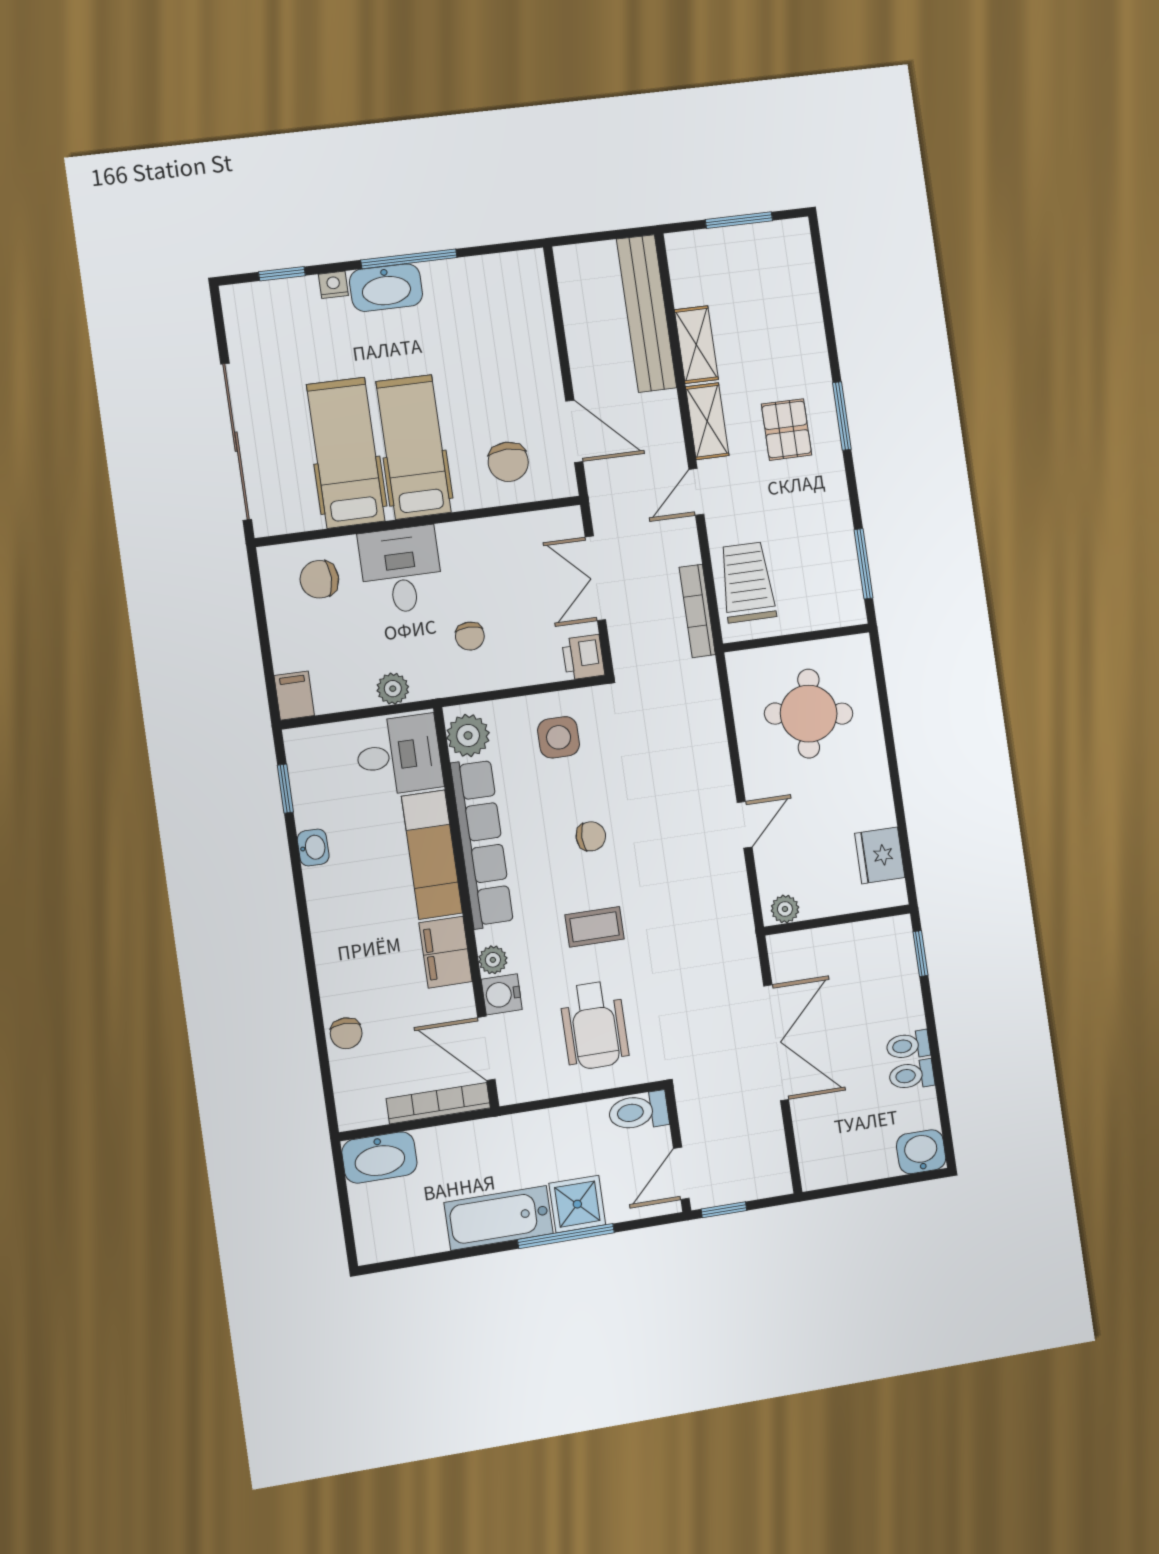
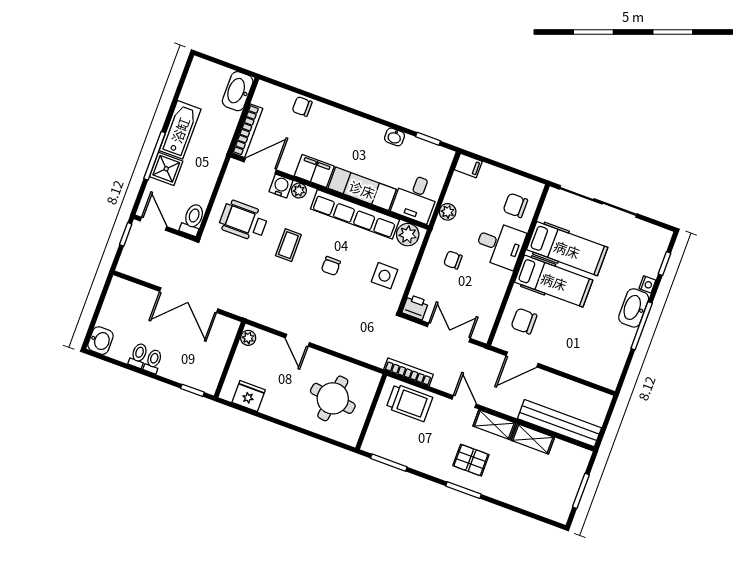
chair: (319, 579) -> (515, 205), turned -90

